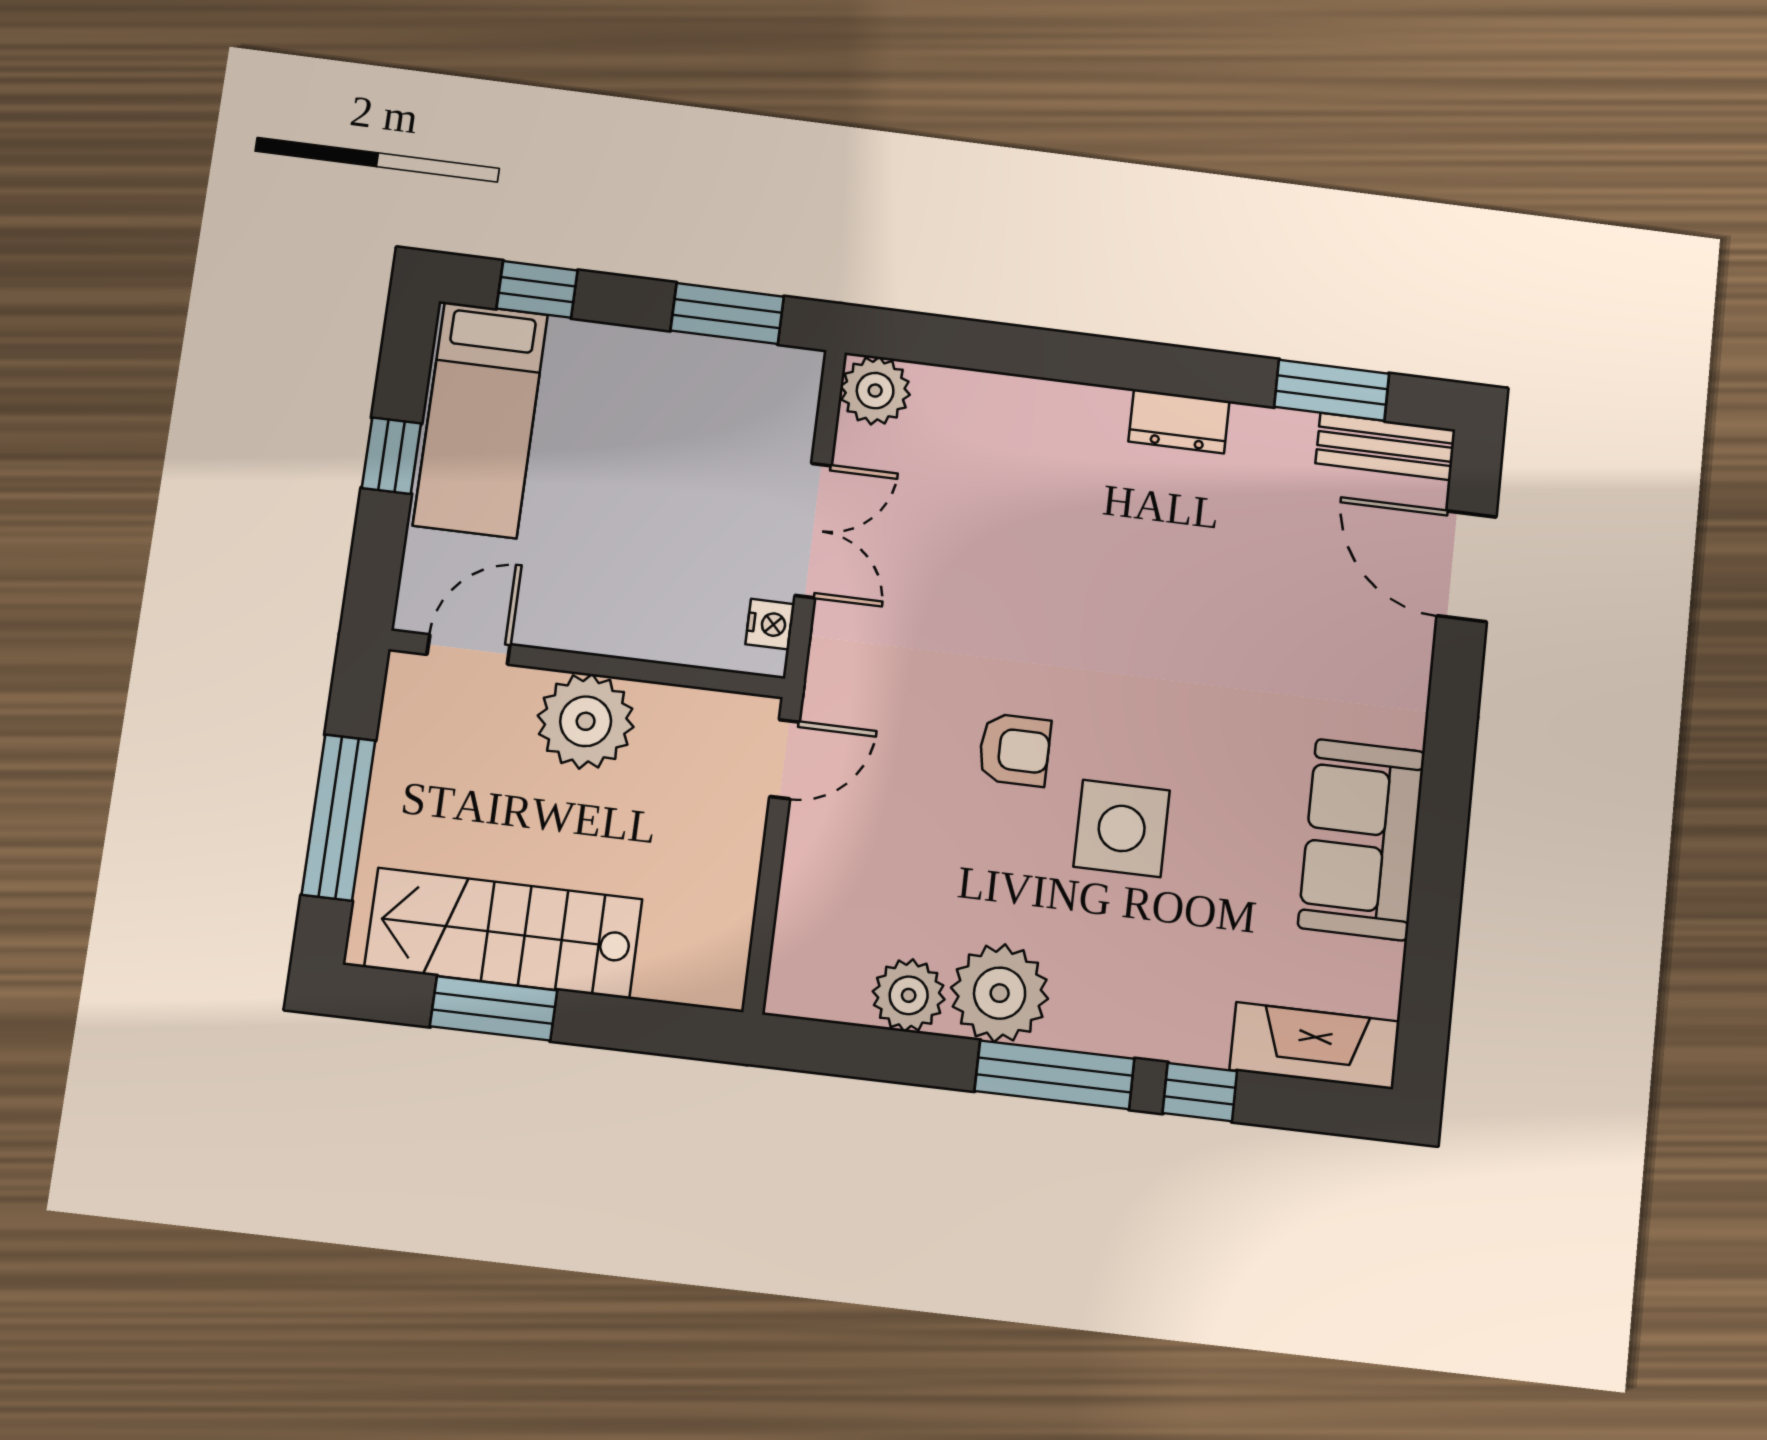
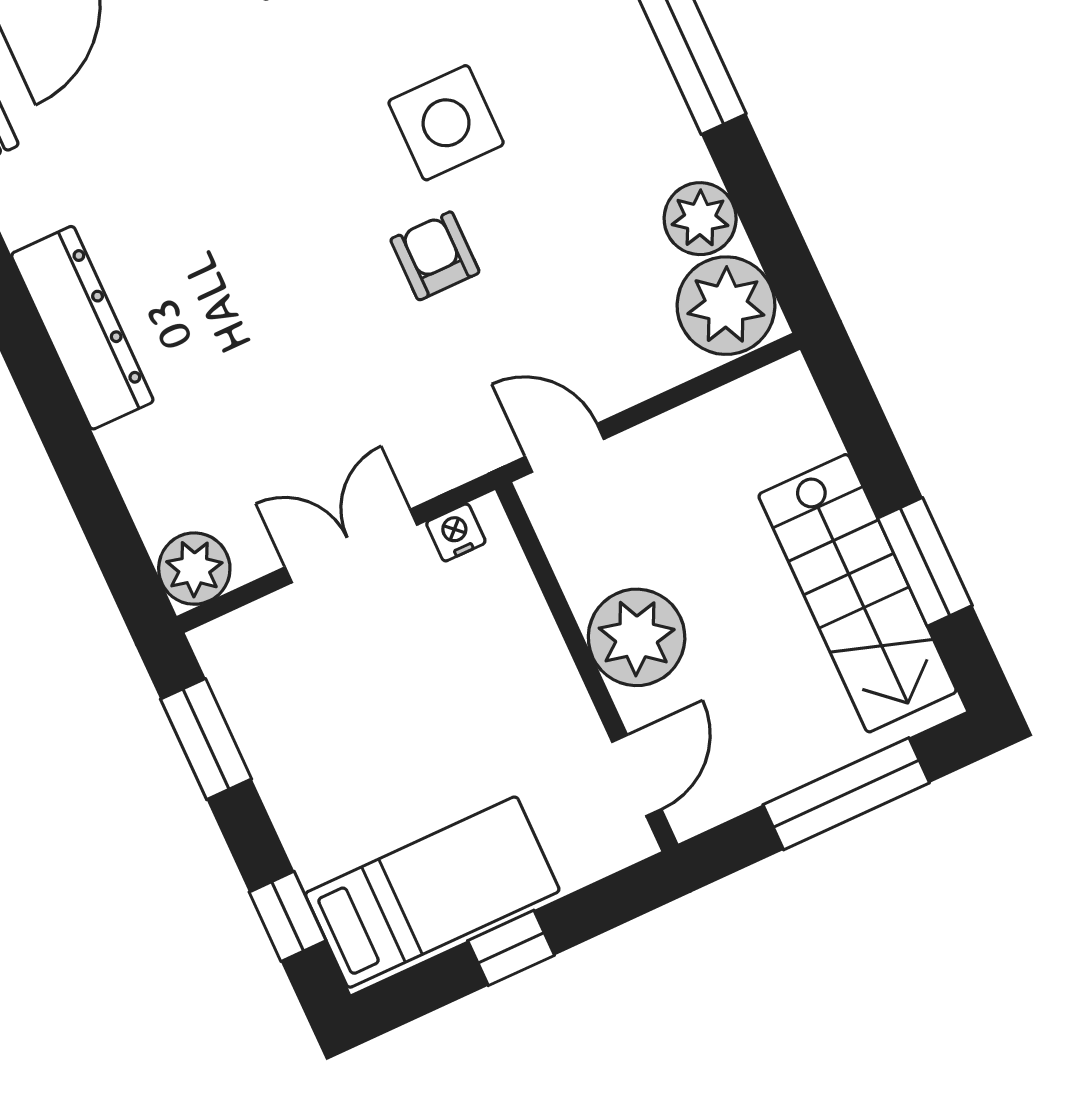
dresser: (1179, 421) -> (82, 328), width x1.96, depth x1.24
door: (469, 649) -> (637, 776), swing flipped
plant: (1000, 993) -> (726, 306), moved

